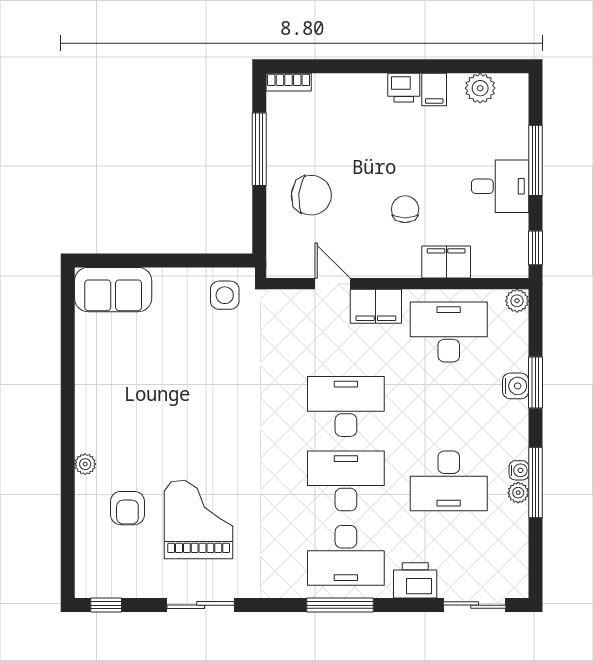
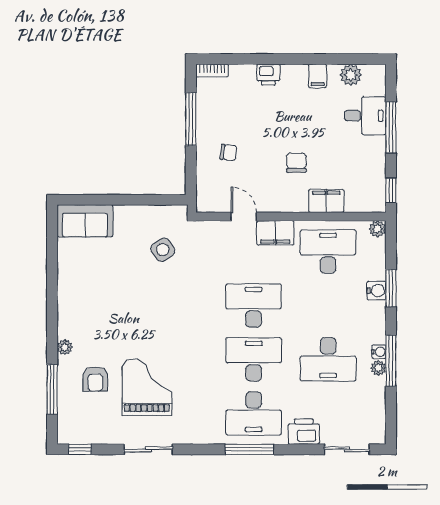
printer: (404, 88) -> (268, 75), moved
desk: (500, 186) -> (365, 116), moved
chair: (311, 195) -> (229, 152), width x0.54, depth x0.54
side table: (225, 295) -> (163, 250), moved, turned -33
window: (68, 522) -> (52, 389), added

